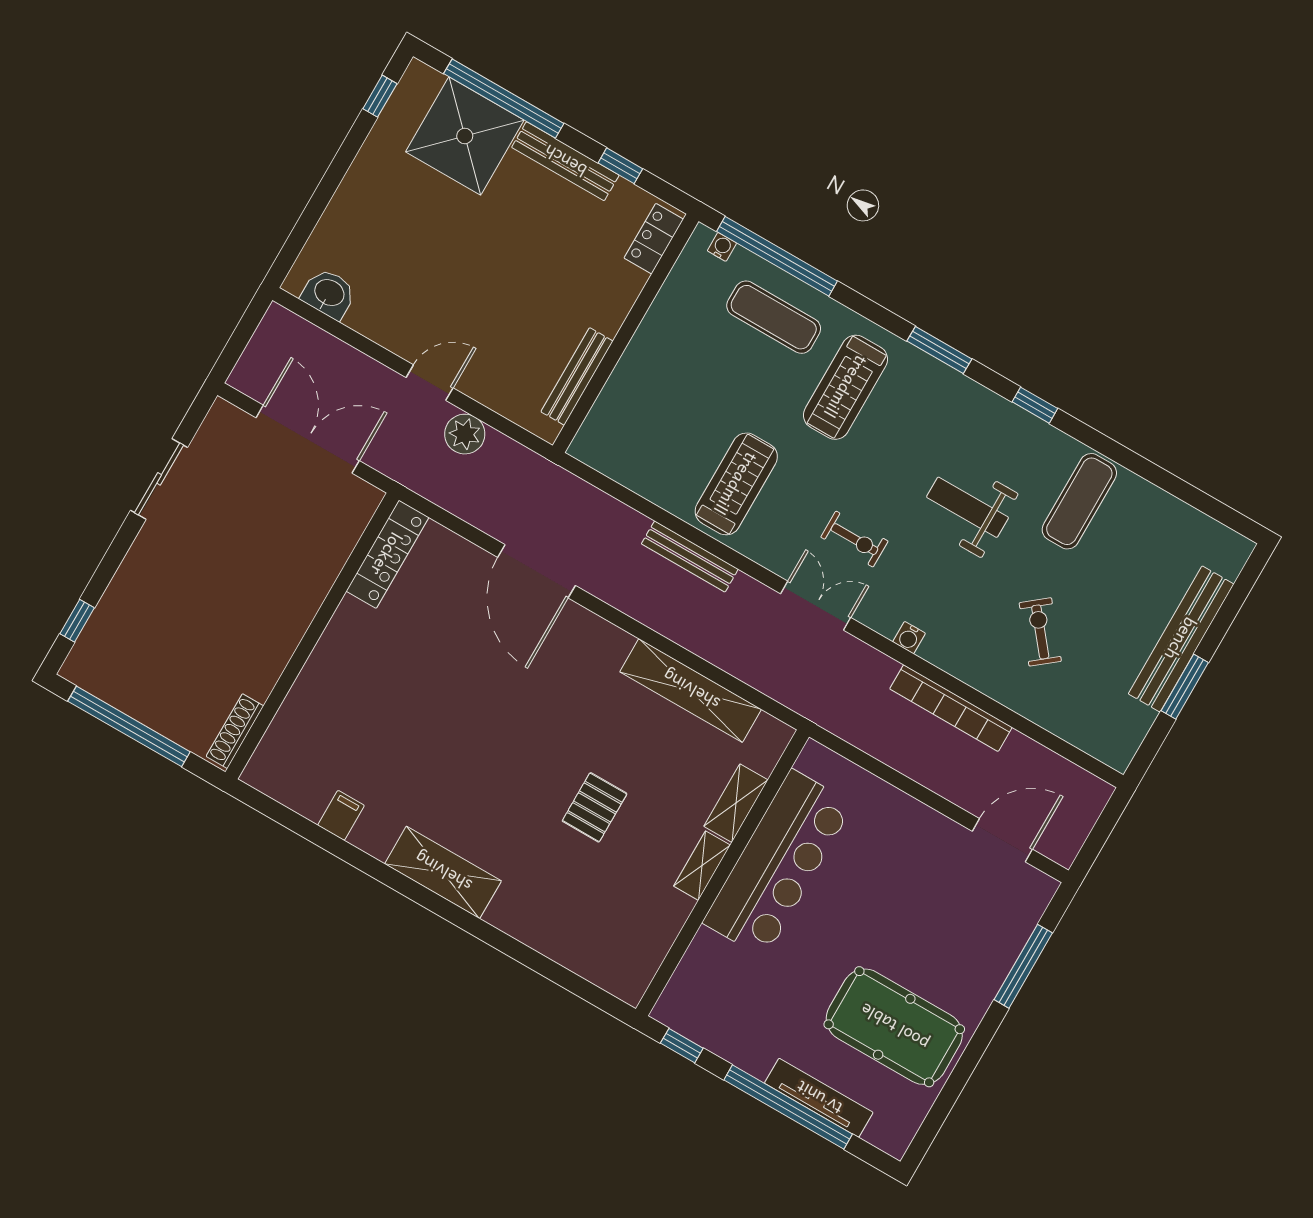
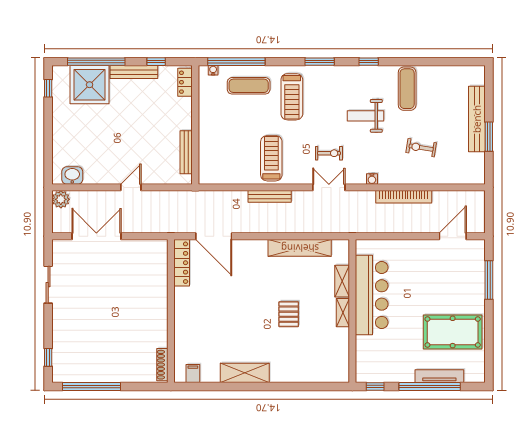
plant: (465, 434) -> (61, 199), moved
locker: (387, 554) -> (182, 263), moved
exercise bike: (1040, 632) -> (421, 148), turned -42
wall: (312, 636) -> (171, 311), moved
shoe rack: (235, 731) -> (162, 365), moved

